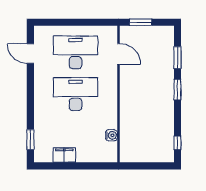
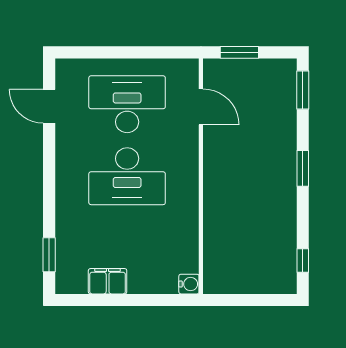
window: (177, 57) -> (303, 90), moved
desk: (76, 94) -> (127, 176), turned 180
water cooler: (111, 135) -> (189, 284), moved

